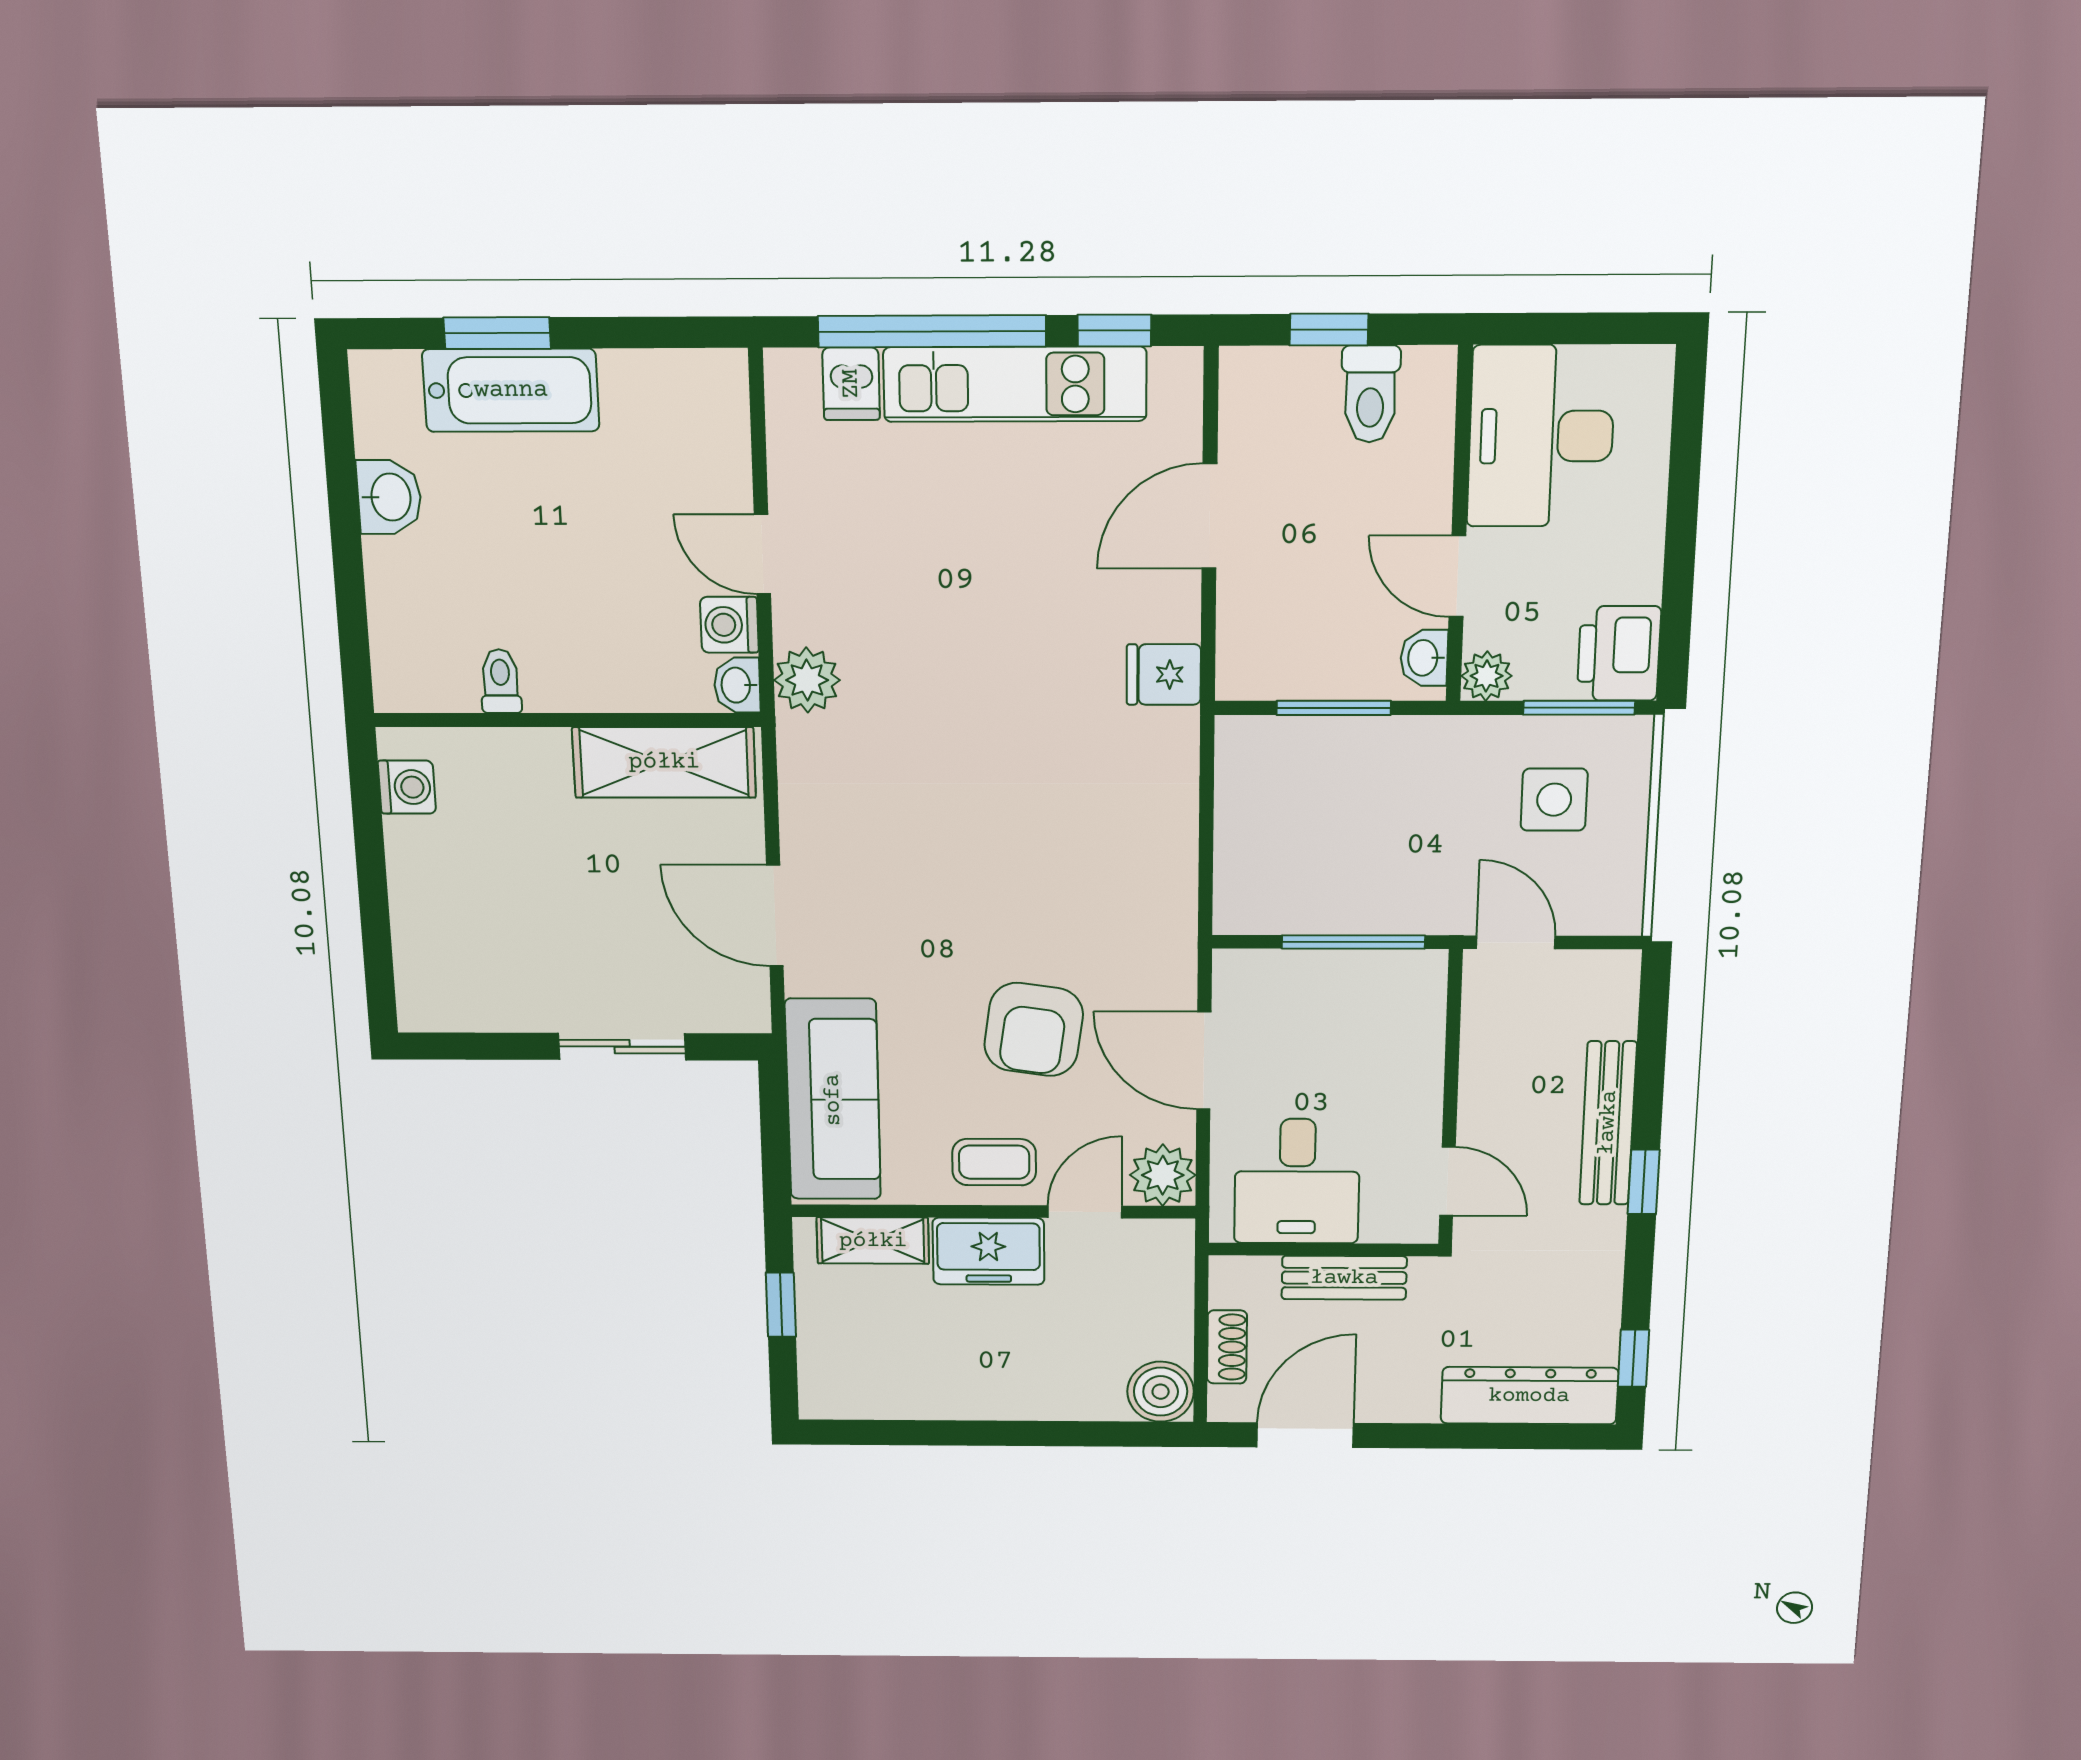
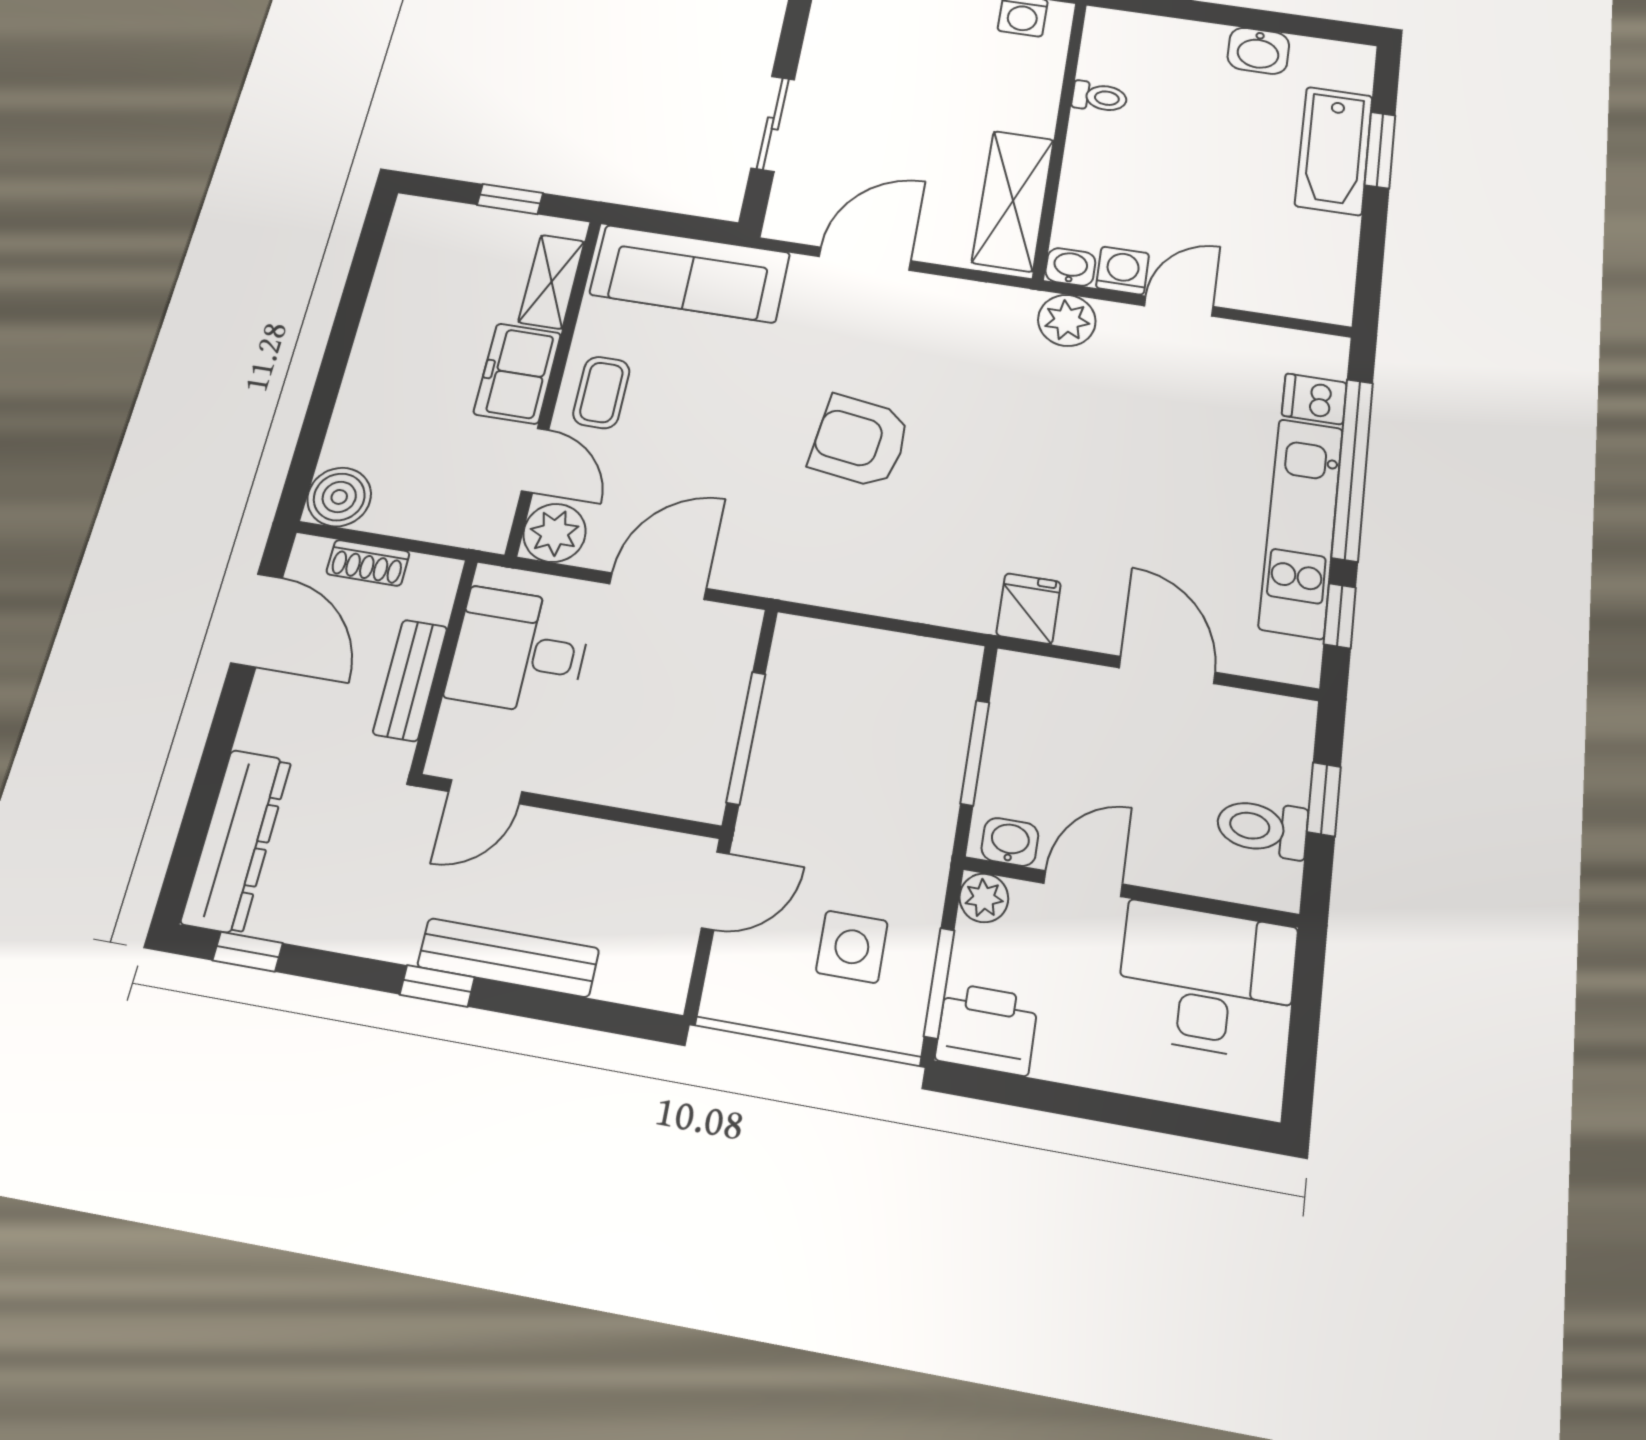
armchair: (1034, 1030) -> (860, 441), moved

